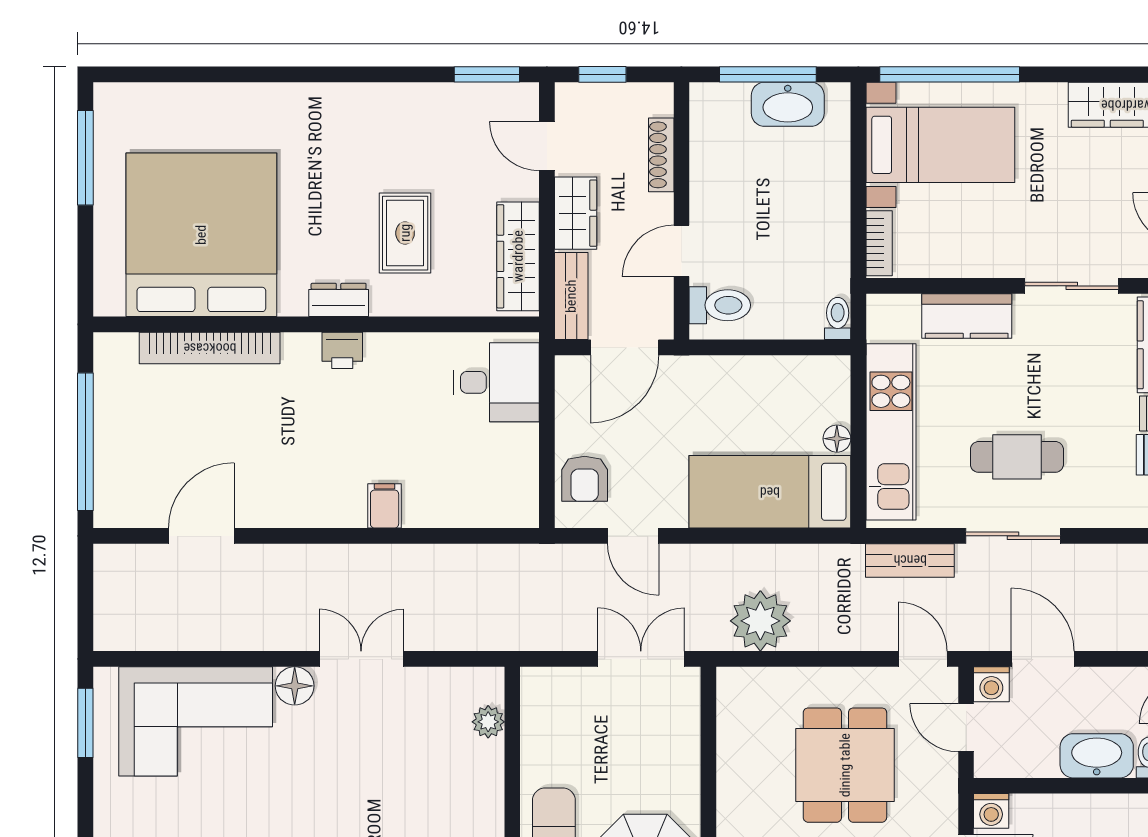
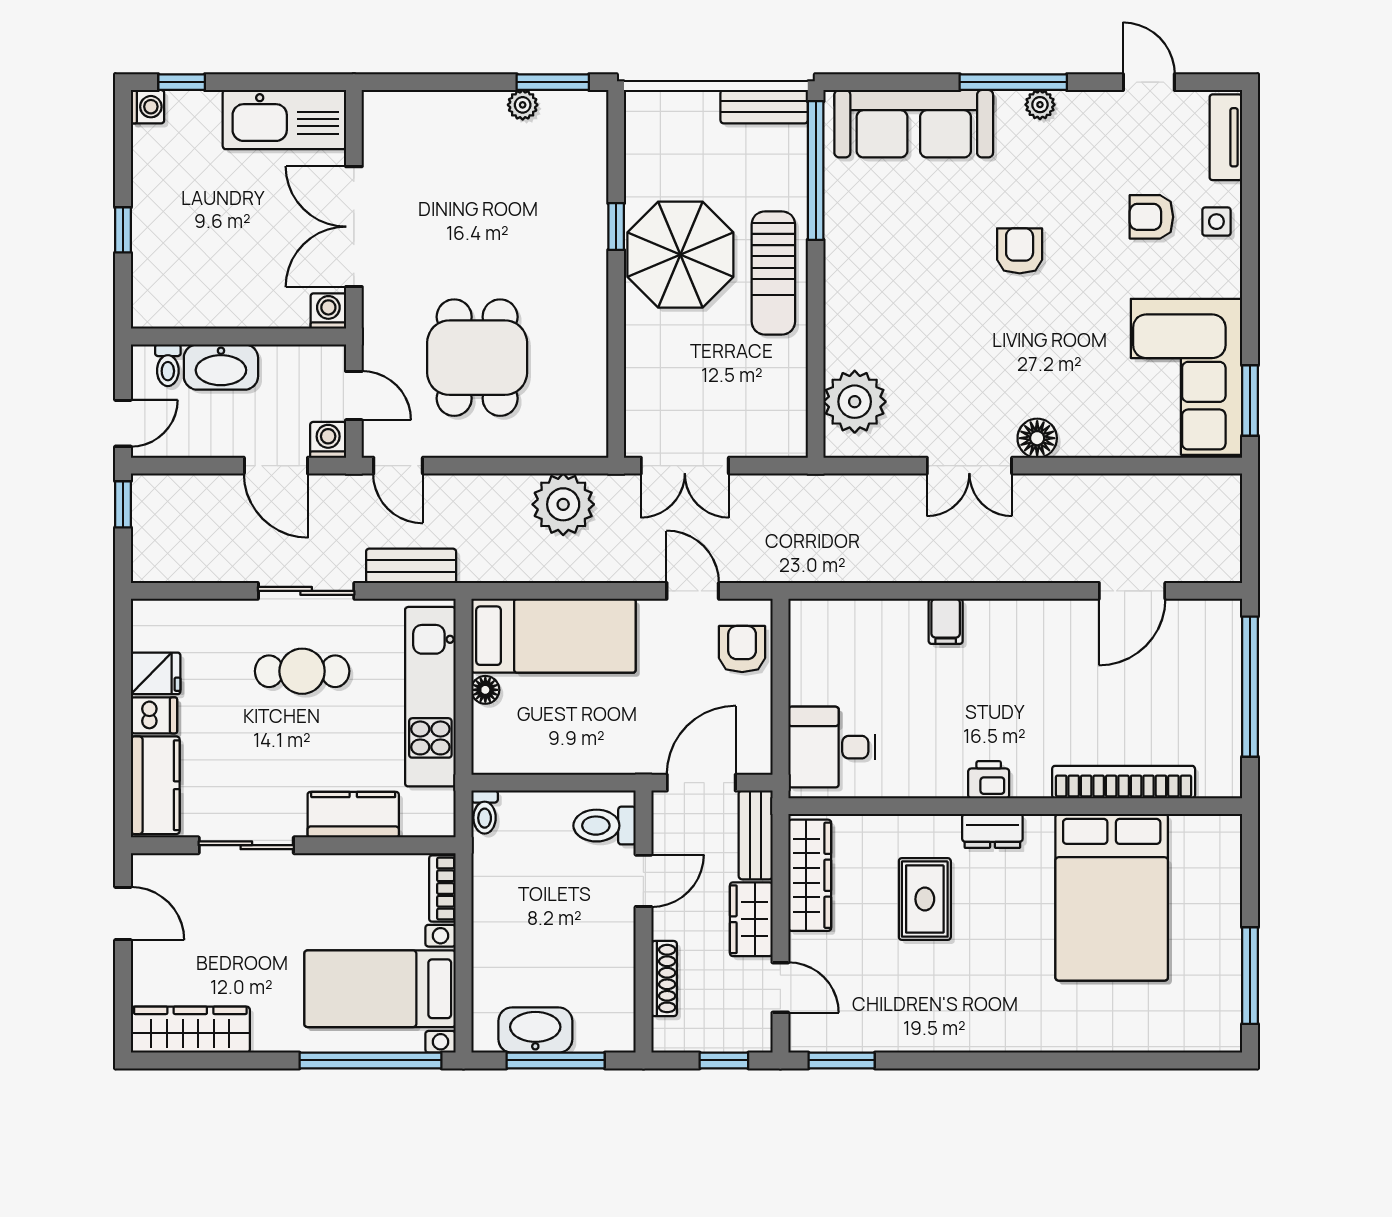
bed: (201, 235) -> (1112, 897), width x0.73
corner sofa: (196, 721) -> (1187, 377), moved, turned -90
plant: (488, 722) -> (855, 402), width x1.88, depth x1.88

